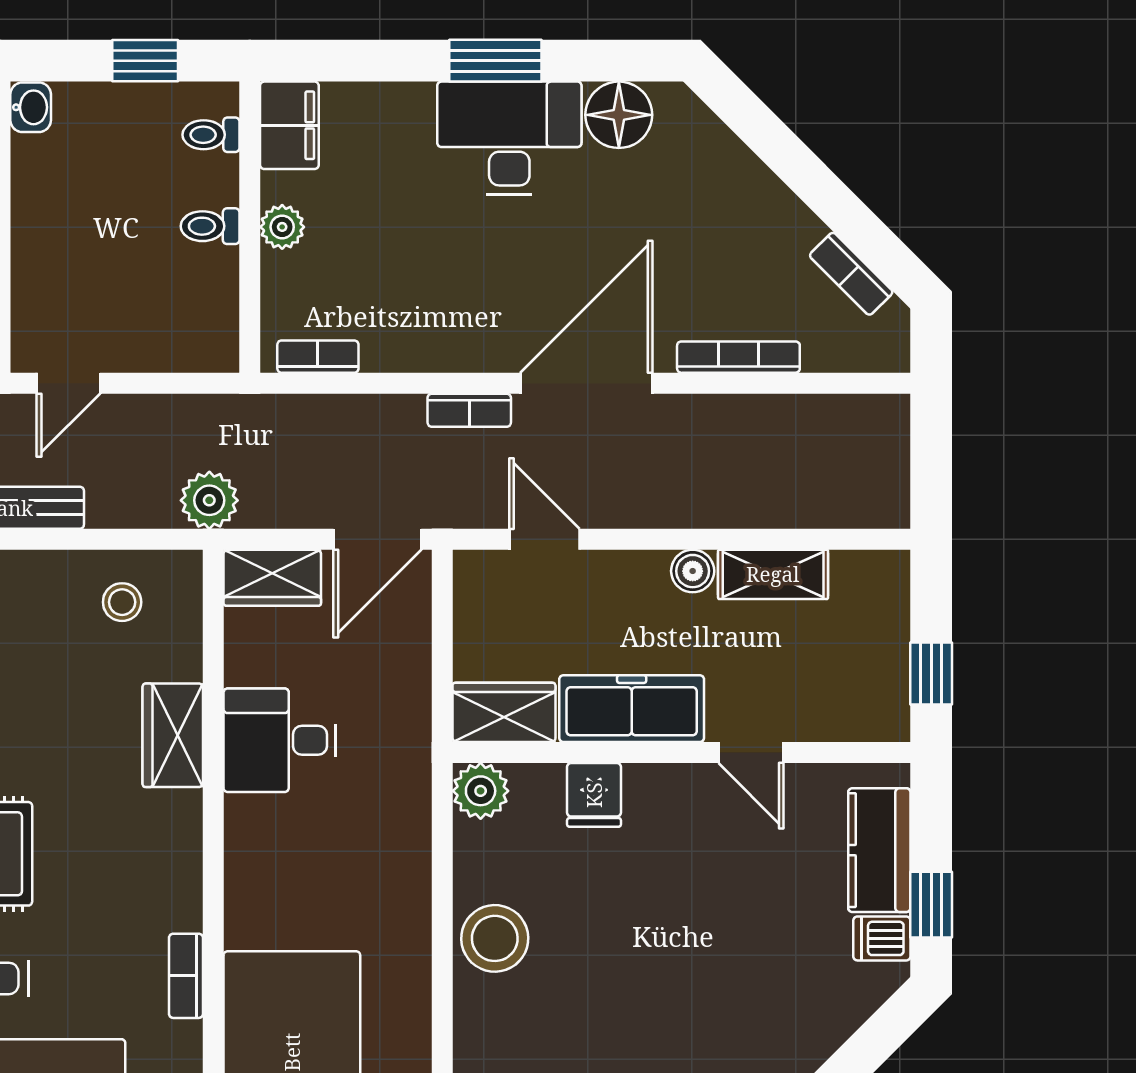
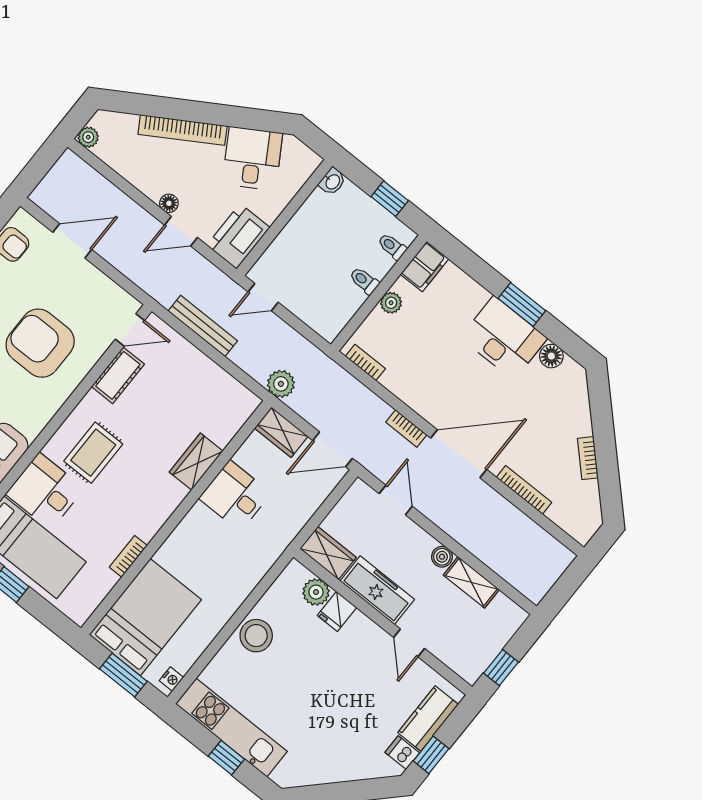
floor lamp: (619, 115) -> (551, 356), width x0.73, depth x0.73
bookcase: (851, 274) -> (588, 458), moved
stool: (122, 602) -> (217, 396), removed
plant: (481, 791) -> (316, 592), moved

